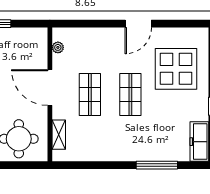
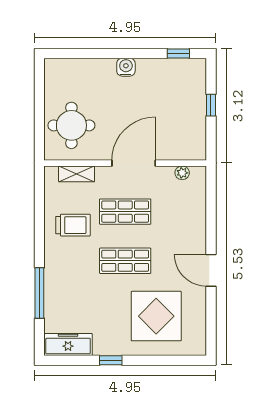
trolley: (101, 138) -> (73, 225), added

